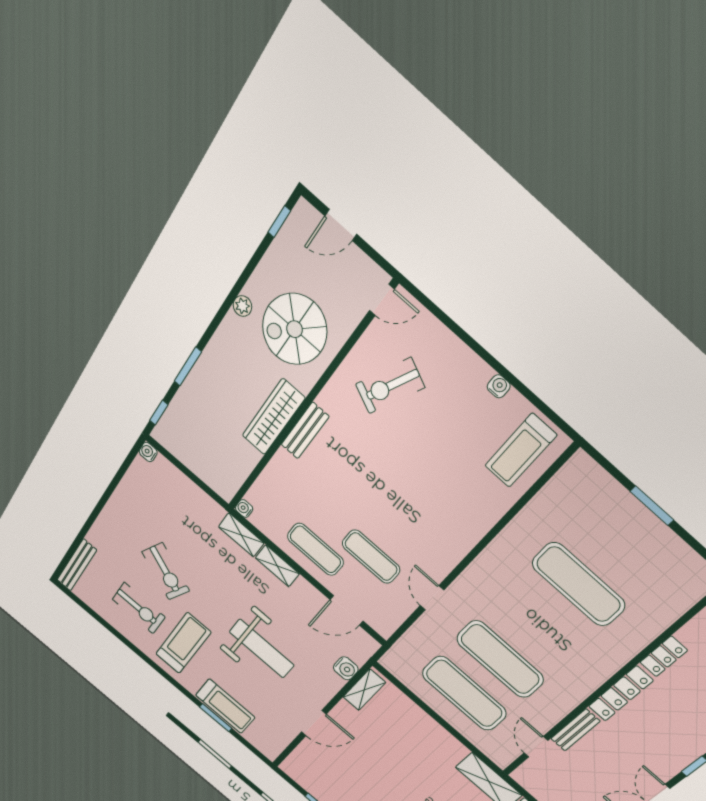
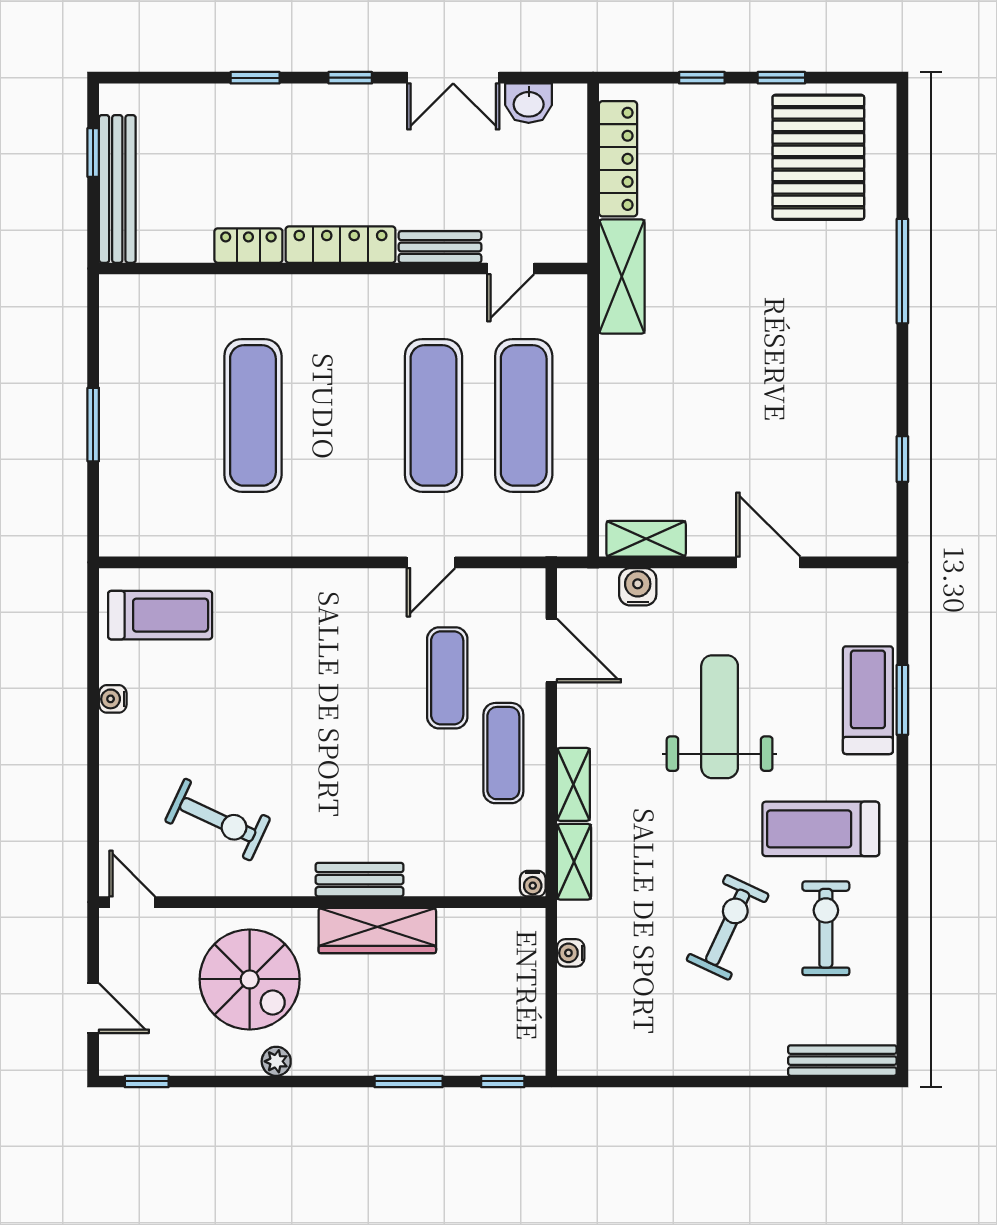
water cooler: (148, 452) -> (571, 953), moved, turned 90

